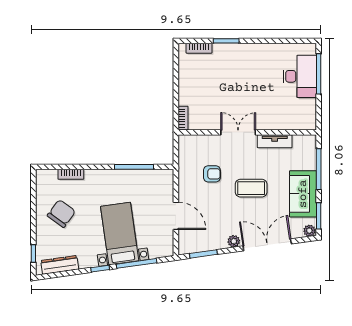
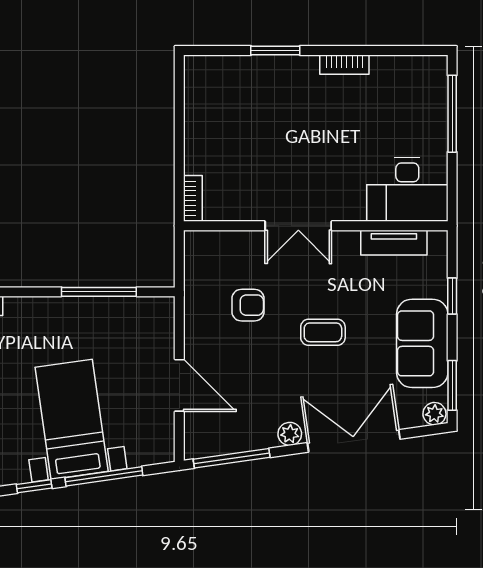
bookcase: (199, 48) -> (344, 65), moved
desk: (300, 76) -> (407, 190), moved, turned 90
double door: (238, 132) -> (298, 226), swing flipped
tv unit: (275, 141) -> (394, 243), moved
window: (319, 169) -> (452, 296), width x0.46
coffee table: (251, 188) -> (323, 332), width x0.73, depth x0.77
window: (203, 254) -> (232, 458), width x1.44

